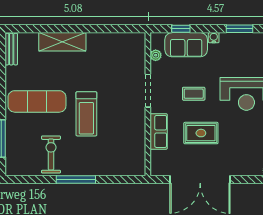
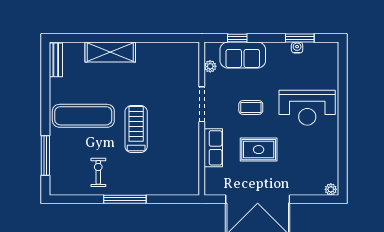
water cooler: (214, 38) -> (297, 48), moved
treadmill: (86, 114) -> (136, 129), turned 180
exercise bike: (51, 154) -> (98, 172), width x0.73, depth x0.72

